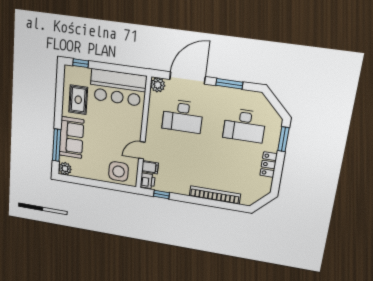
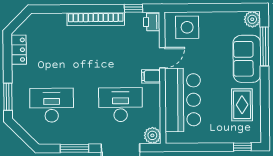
bar counter: (118, 88) -> (183, 100), moved, turned 90
locker: (268, 165) -> (19, 50), moved
filing cabinet: (150, 167) -> (151, 76), moved
bookcase: (215, 195) -> (96, 19), moved

